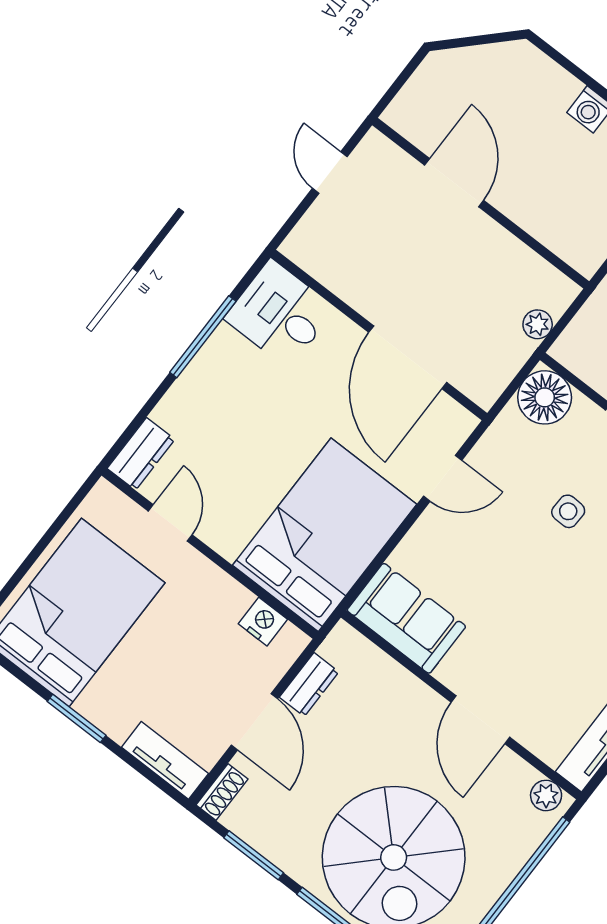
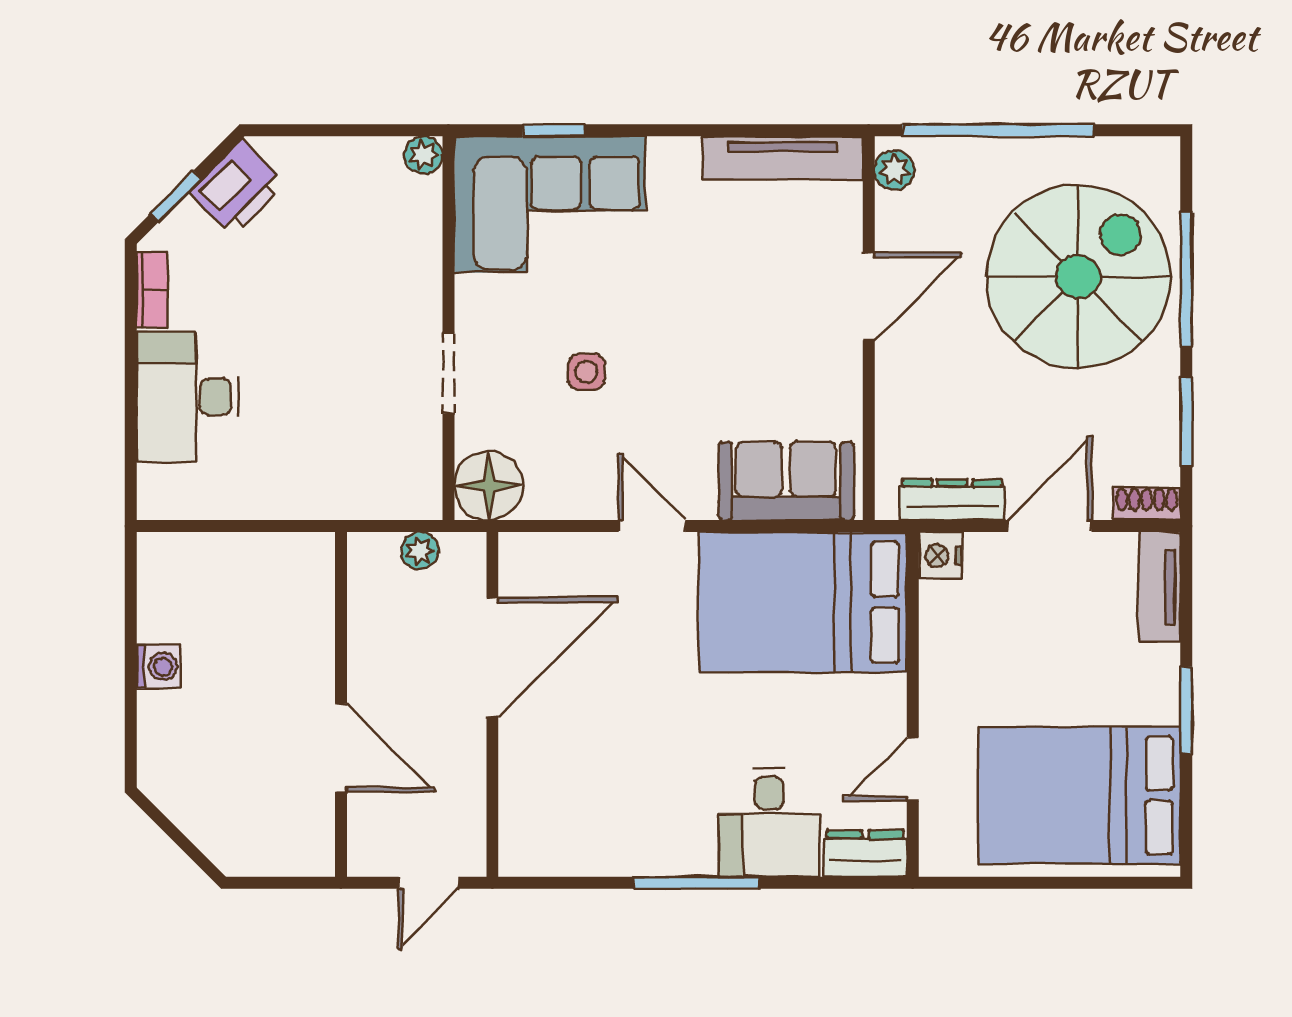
door: (454, 183) -> (341, 748), swing flipped
desk: (280, 314) -> (769, 823), moved
wall: (379, 335) -> (492, 704), moved
door: (408, 357) -> (492, 657), moved
sofa: (406, 618) -> (786, 481), moved, turned 90
nightstand: (263, 622) -> (940, 556), moved
dresser: (309, 685) -> (952, 500), width x1.44

